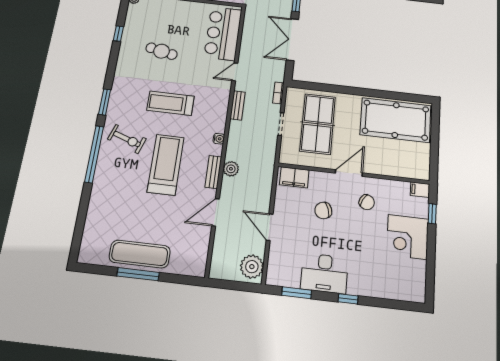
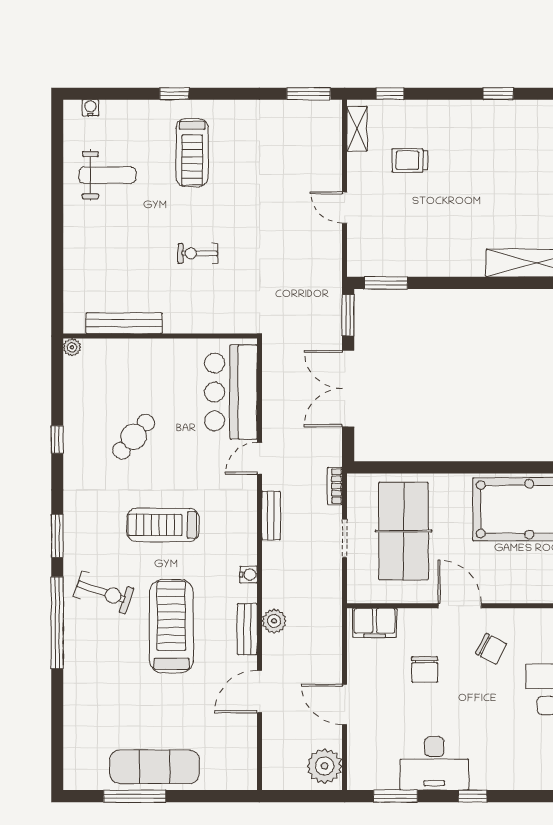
window: (118, 34) -> (57, 440), moved
cafe table: (162, 51) -> (134, 437), turned -61
door: (349, 173) -> (460, 606), hinge flipped
chair: (323, 210) -> (425, 669), turned -71
window: (138, 274) -> (135, 796), moved

